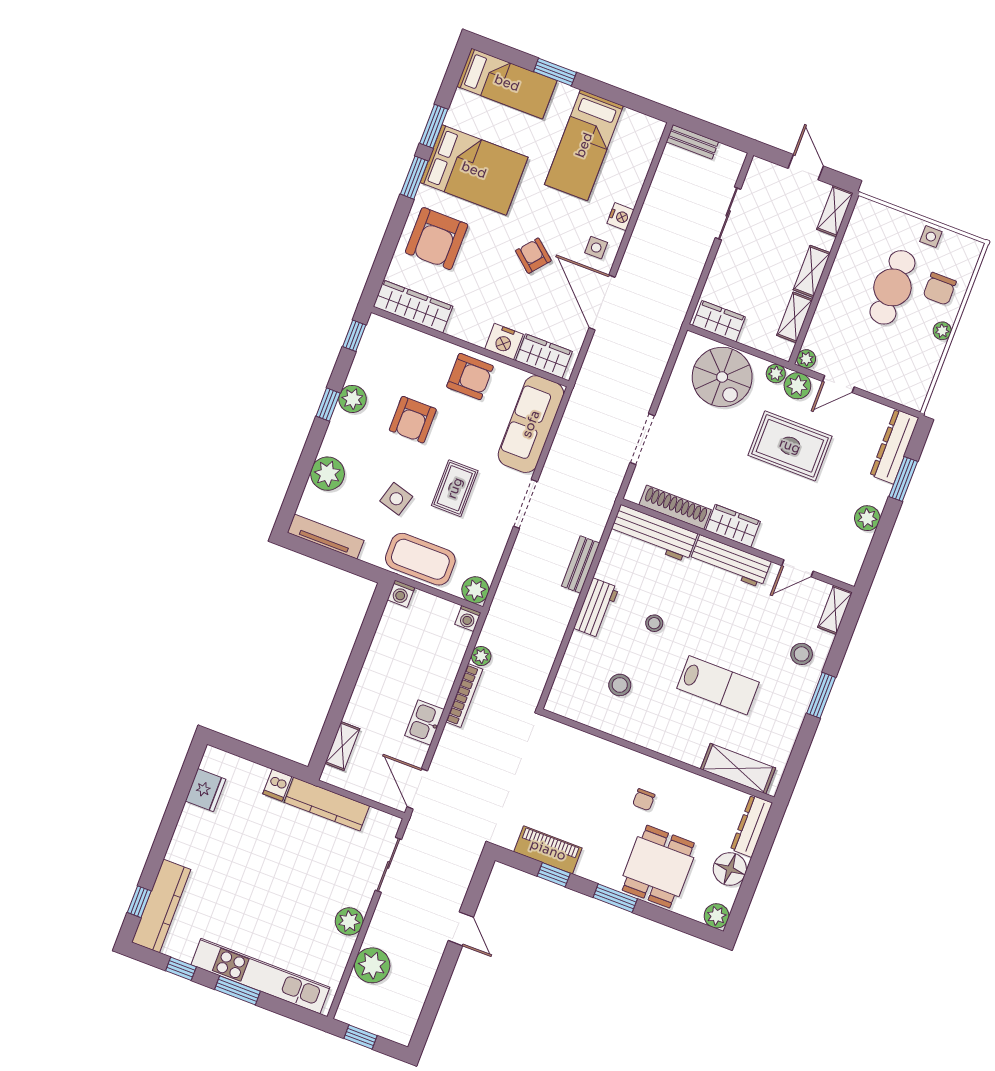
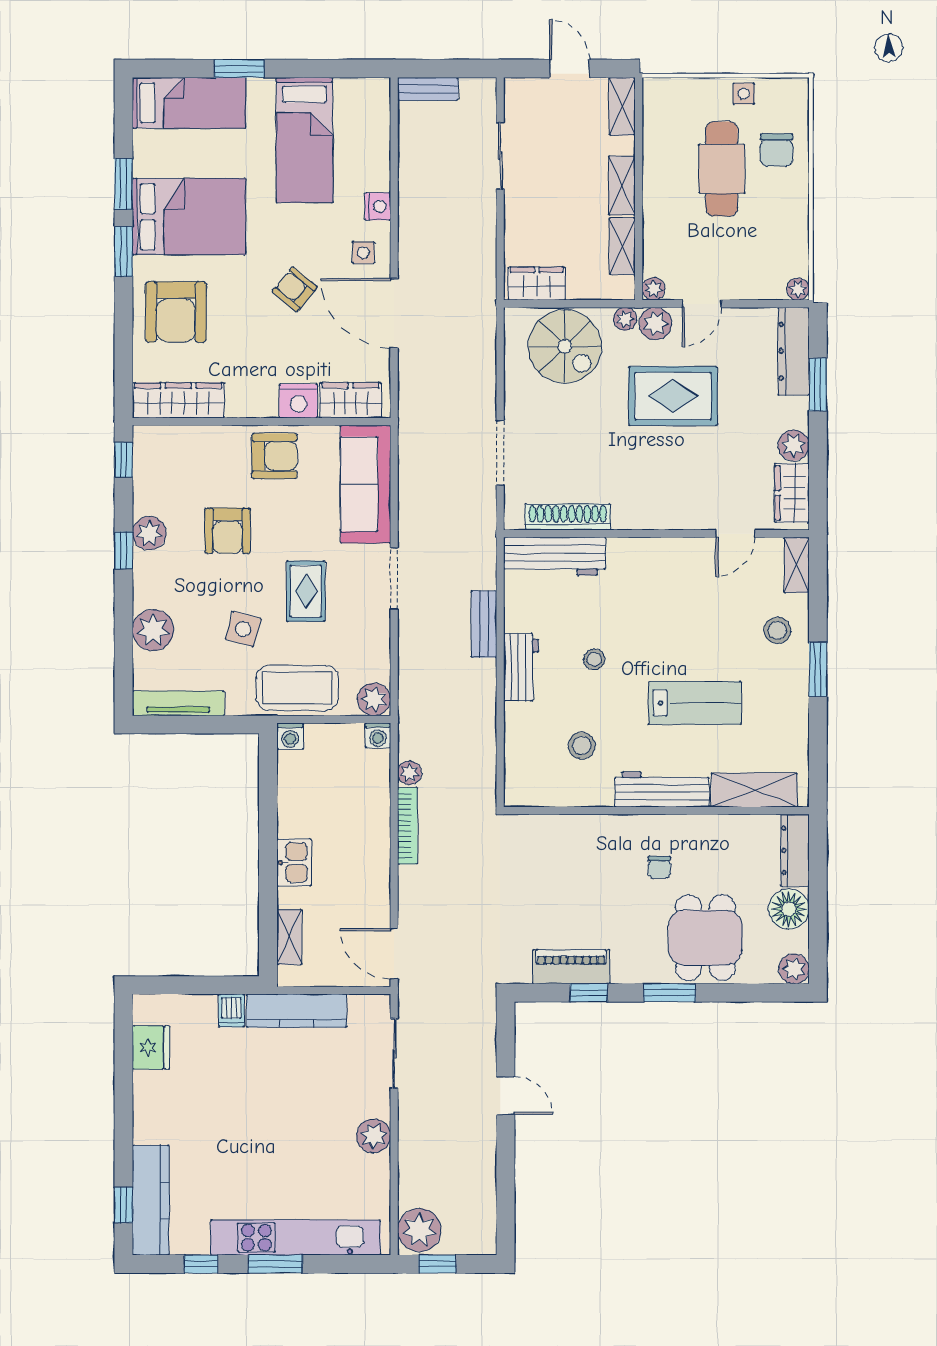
plant: (942, 331) -> (798, 289), moved
wardrobe: (733, 526) -> (792, 493), moved, turned -90
workbench: (730, 561) -> (662, 789), moved, turned 180
kitchen sink: (424, 723) -> (294, 862), moved, turned 180
plant: (372, 965) -> (419, 1230), moved

